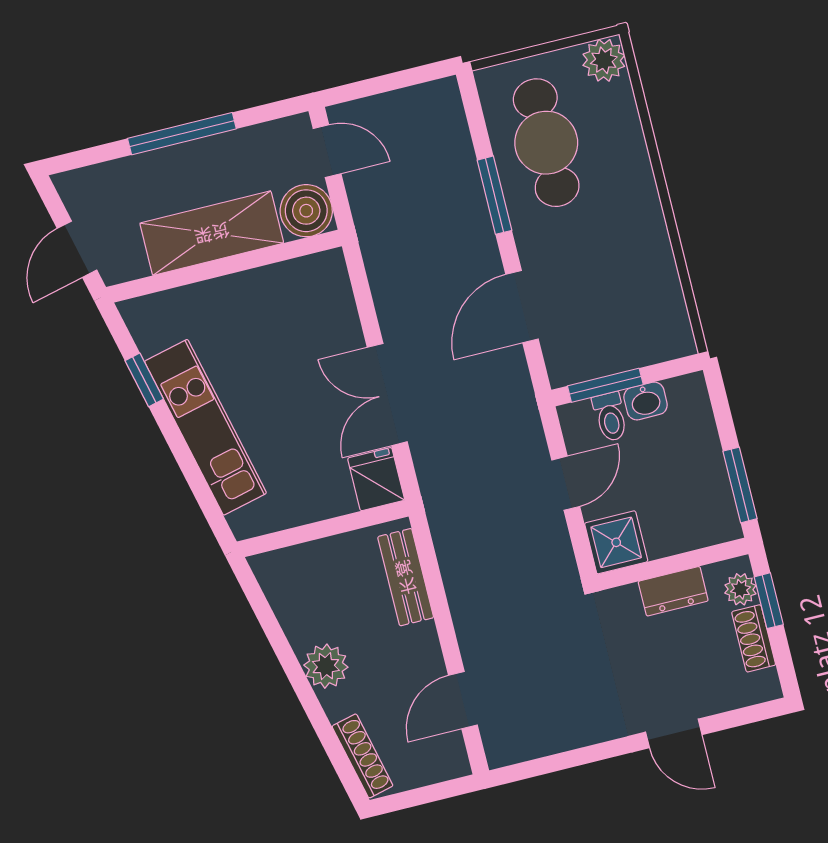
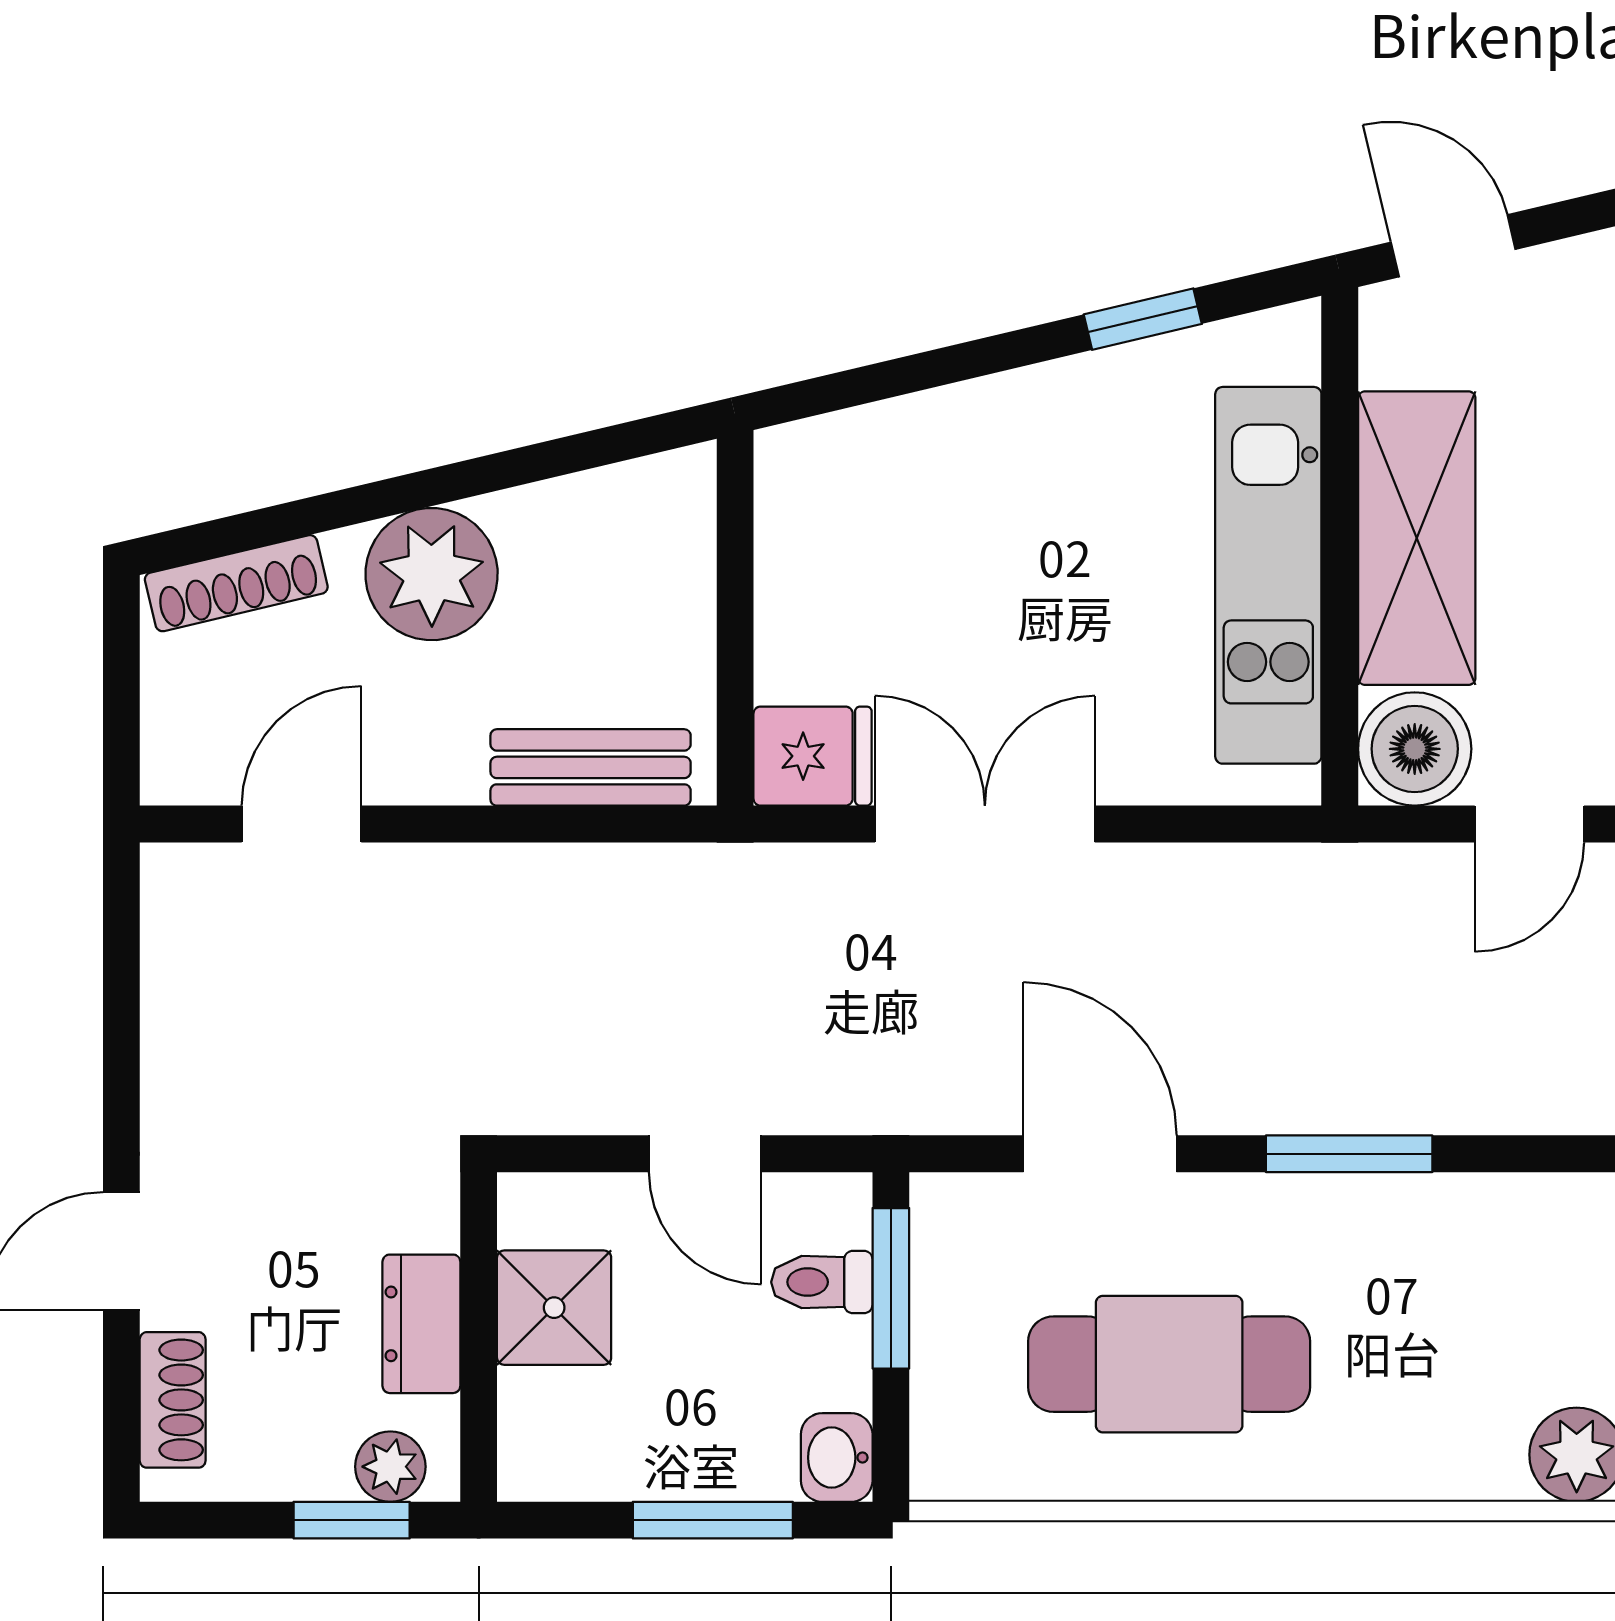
cafe table: (546, 143) -> (1169, 1364), moved
washbasin: (646, 401) -> (837, 1458), moved
kitchen unit: (205, 427) -> (1268, 575), moved, turned 103
window: (740, 485) -> (713, 1520), moved
shower: (616, 542) -> (554, 1308), moved
shoe rack: (754, 638) -> (173, 1400), moved, turned 90
plant: (326, 666) -> (432, 574), width x1.36, depth x1.36
door: (463, 700) -> (302, 824), hinge flipped

